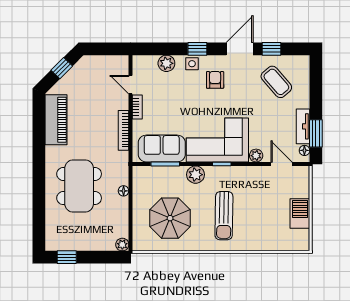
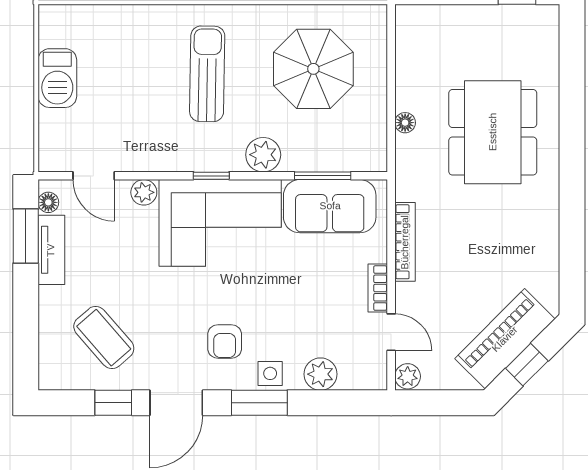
window: (197, 49) -> (259, 403), width x1.50
piano: (56, 120) -> (505, 339), moved, turned 45
plant: (122, 245) -> (408, 376), moved

